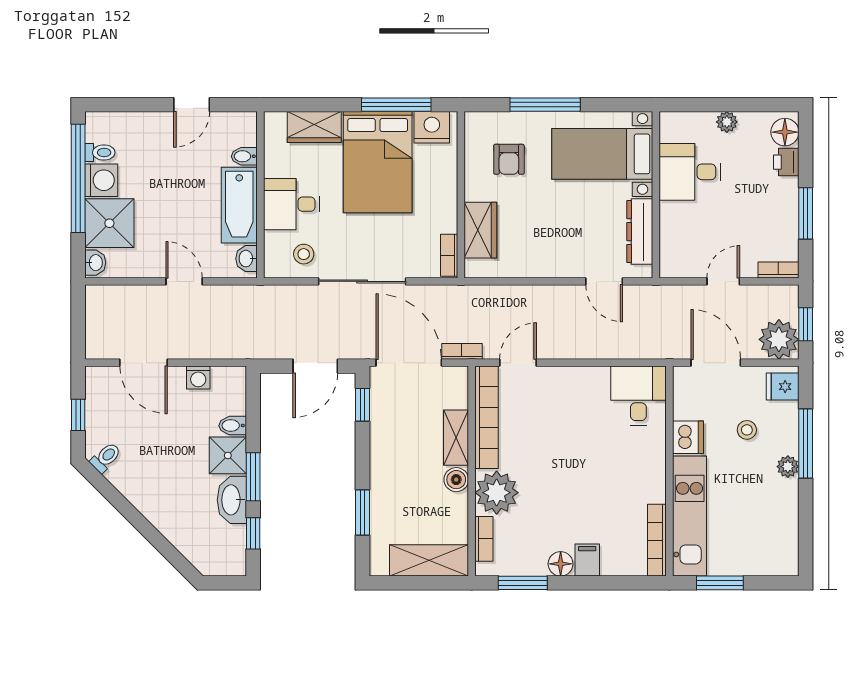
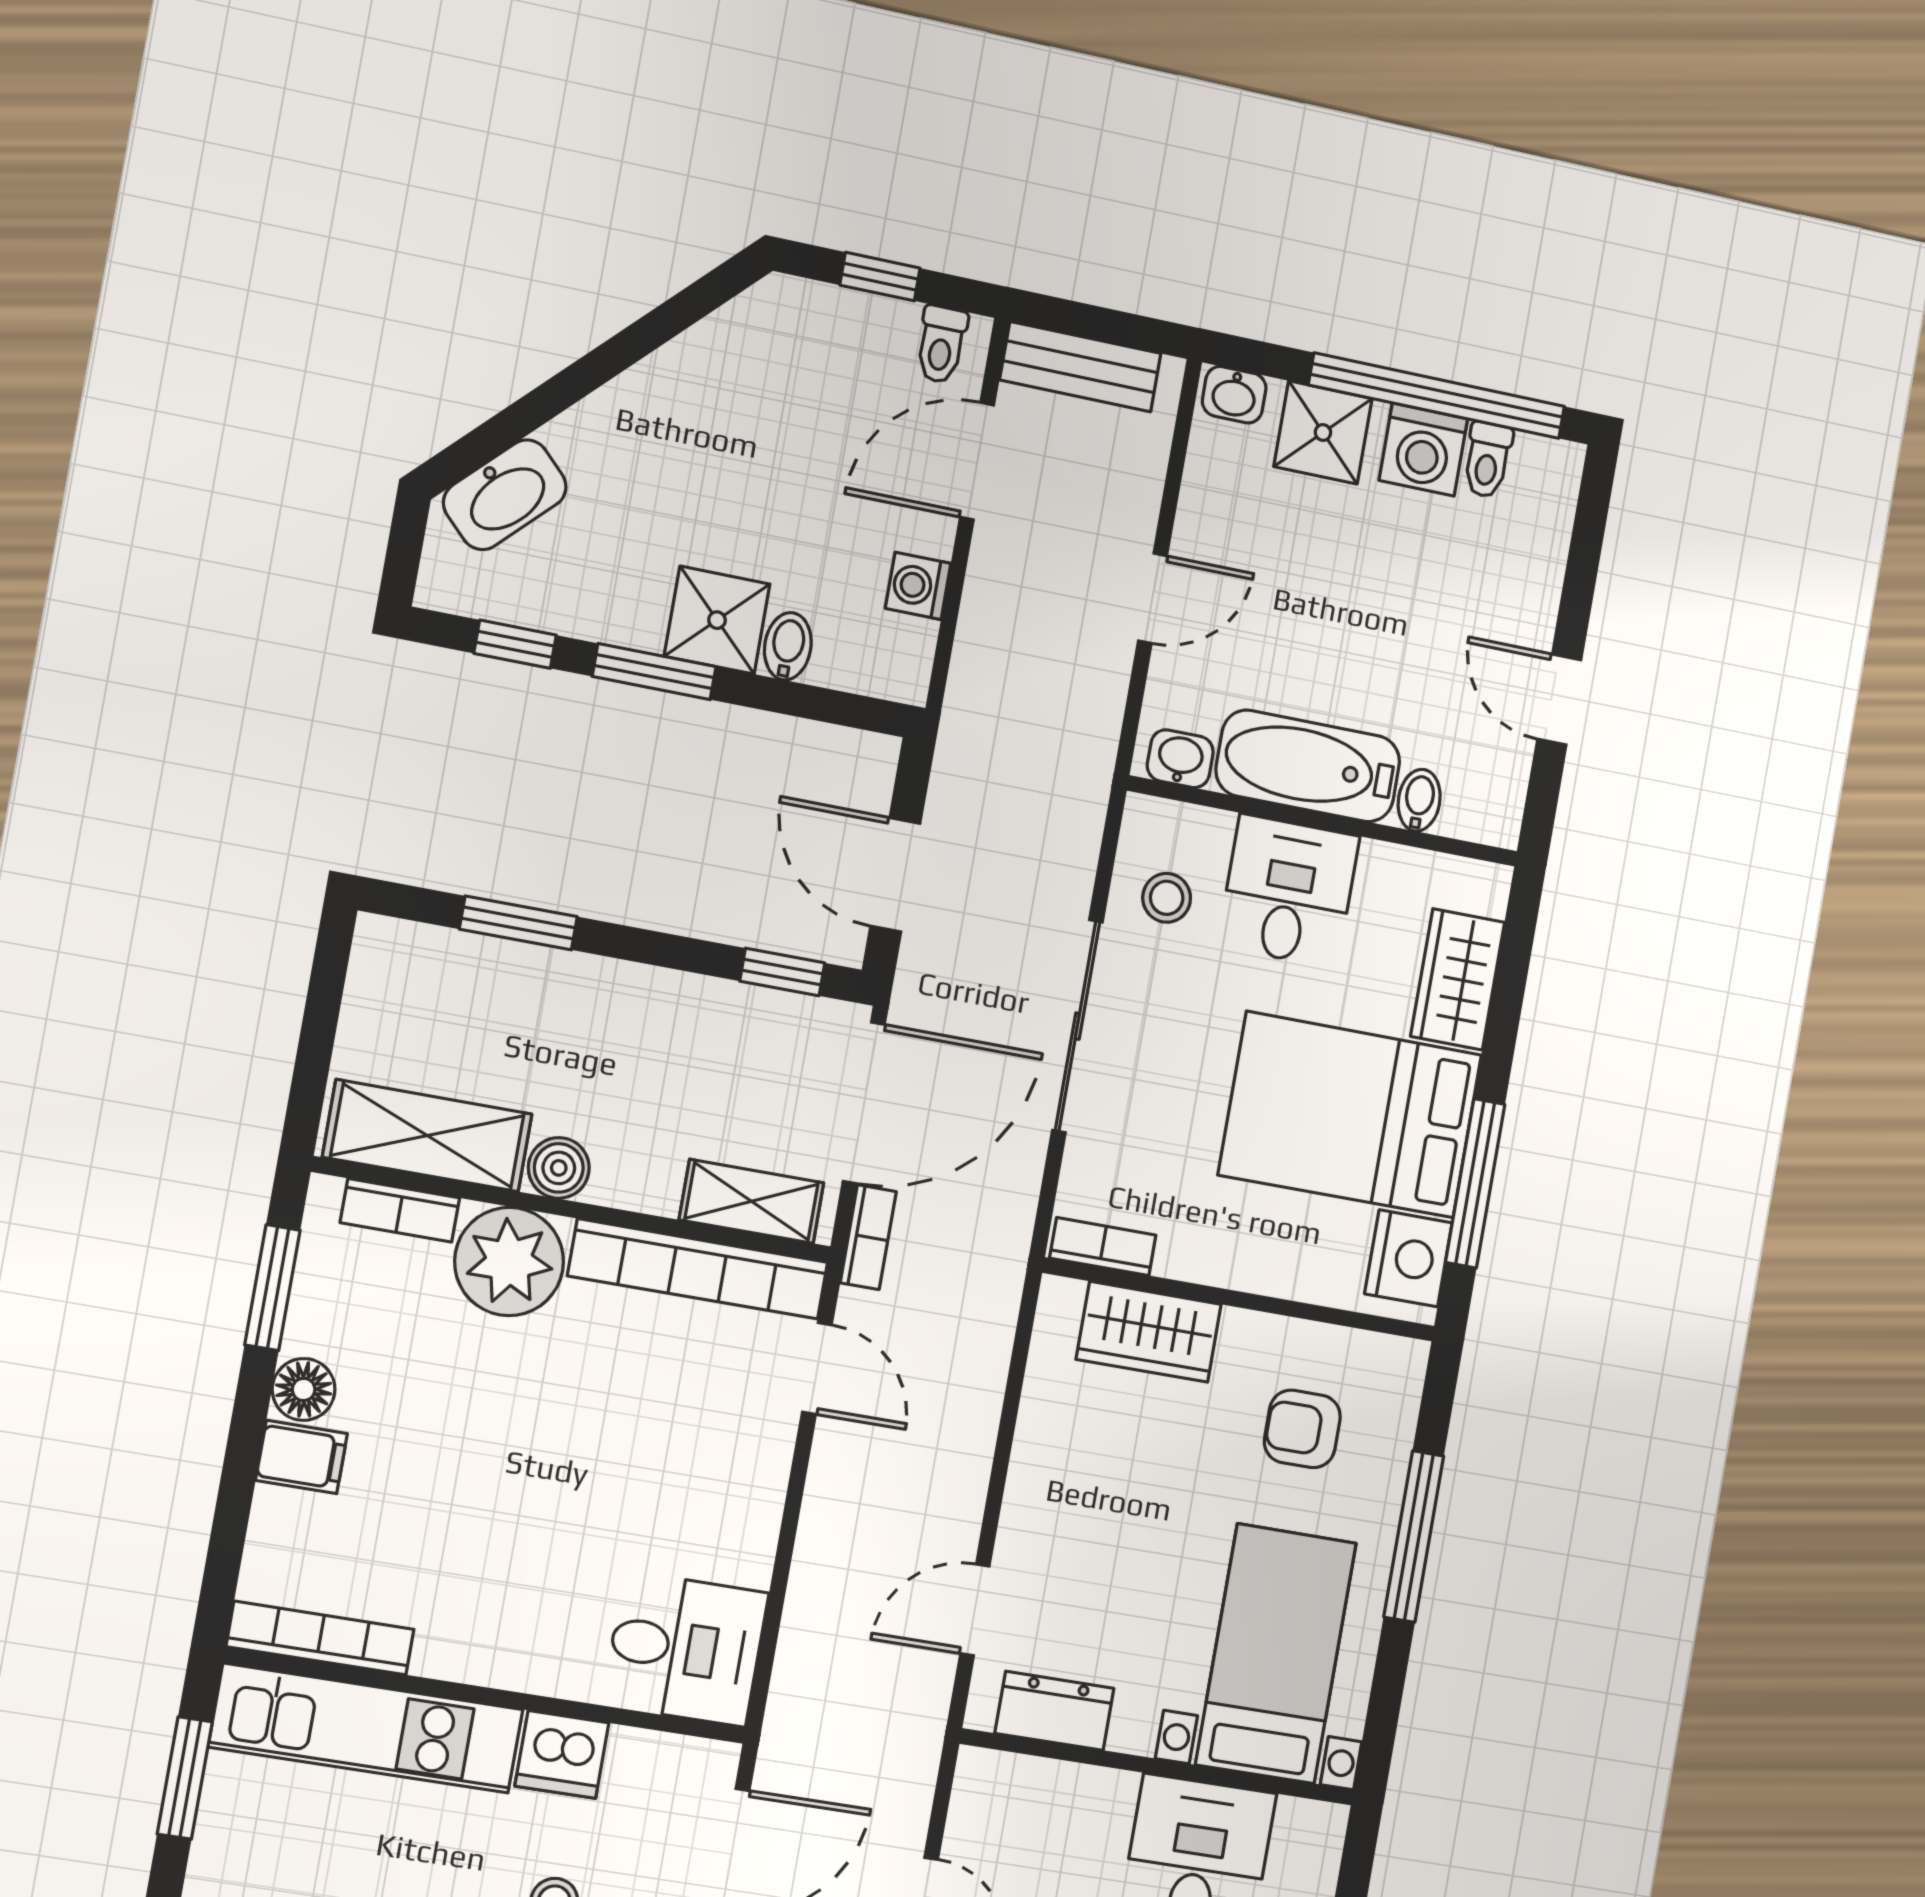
shower: (109, 223) -> (1323, 432), width x0.73, depth x0.73
dresser: (640, 232) -> (1054, 1711), width x0.70
bench: (97, 328) -> (1080, 367), added
shelving: (456, 438) -> (751, 1201), moved
toilet: (106, 457) -> (941, 344), moved, turned 45
washbasin: (232, 500) -> (505, 495), moved, turned 135
shelving: (429, 560) -> (427, 1136), moved, turned 90

